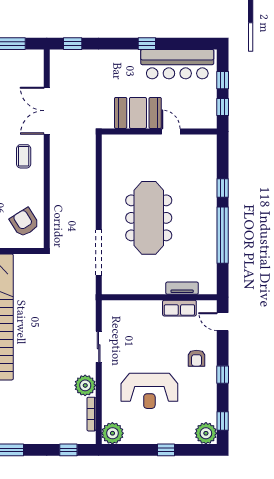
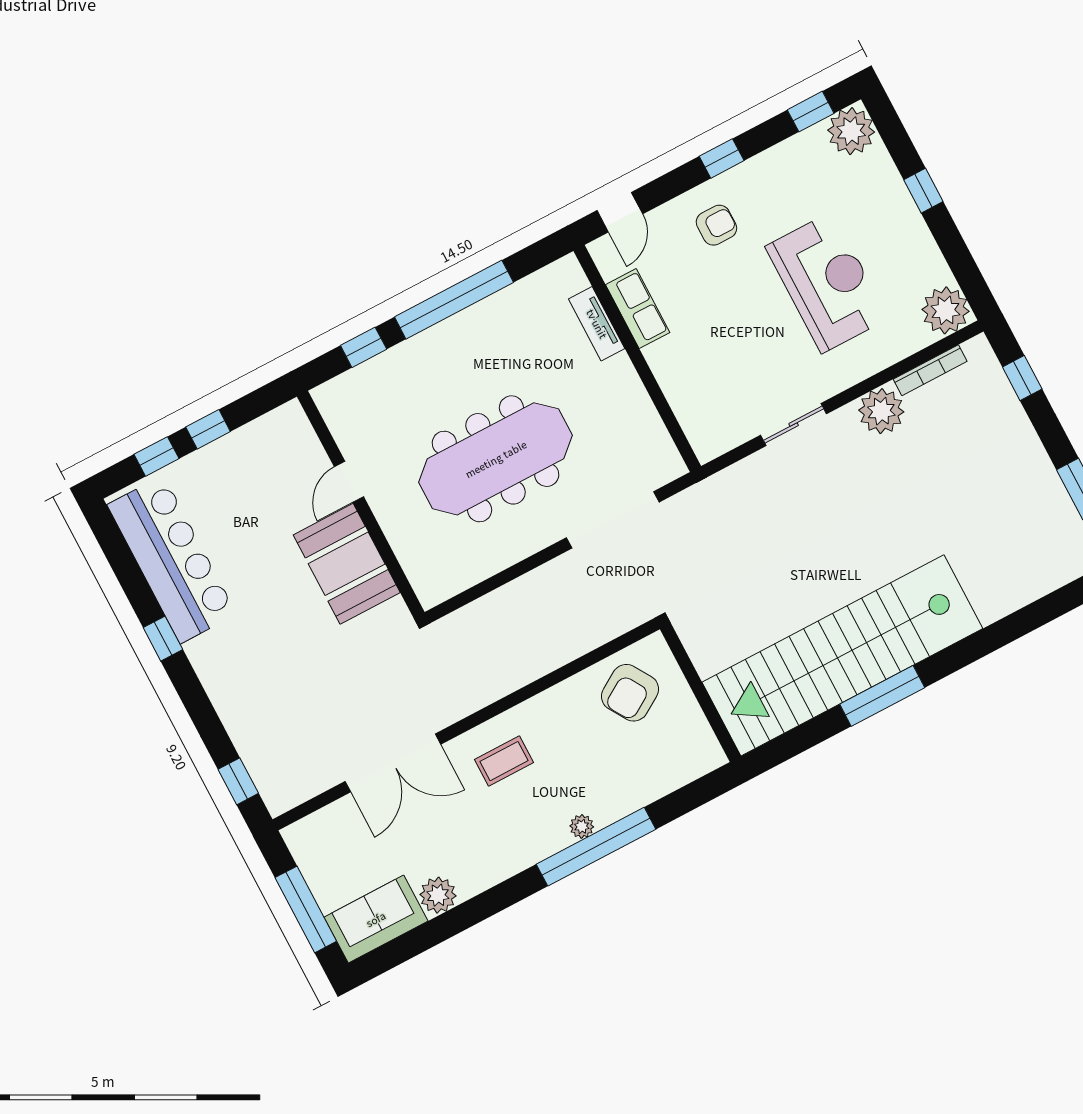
booth: (138, 113) -> (347, 564), moved
wall: (159, 131) -> (361, 504), moved
door: (171, 131) -> (349, 482), moved

